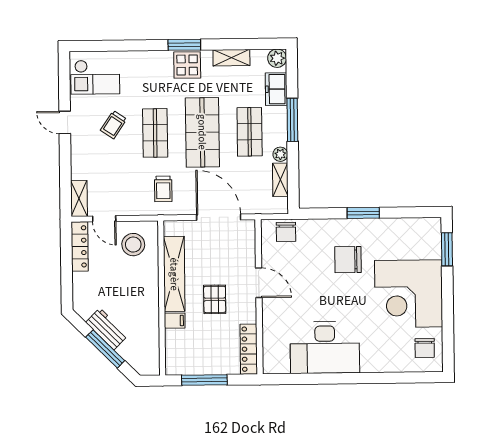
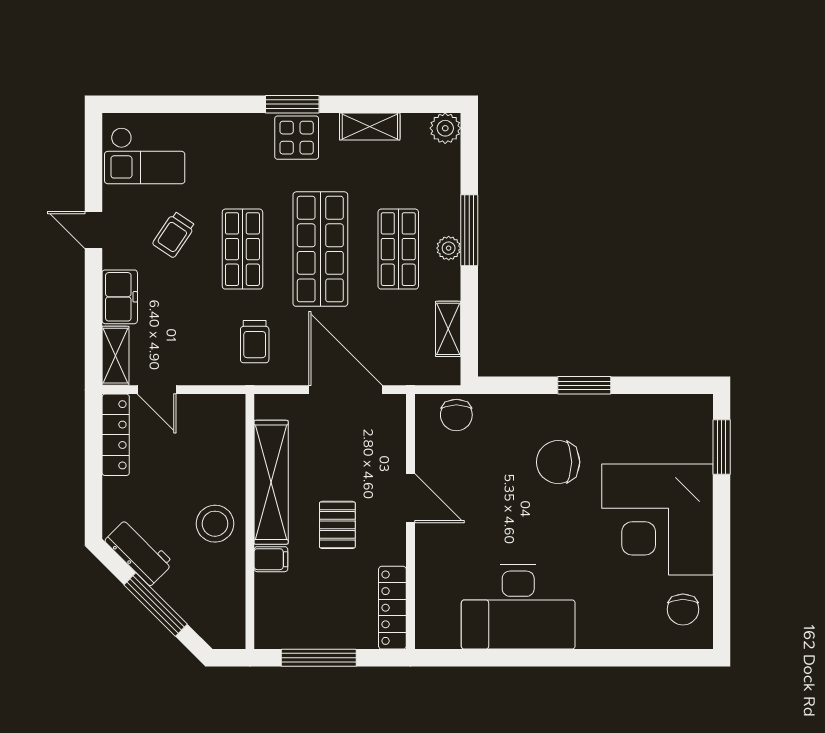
freezer: (276, 89) -> (120, 297), moved, turned 180
plant: (280, 154) -> (449, 248), moved
stool: (133, 245) -> (215, 524), moved
workbench: (107, 329) -> (139, 552), moved

